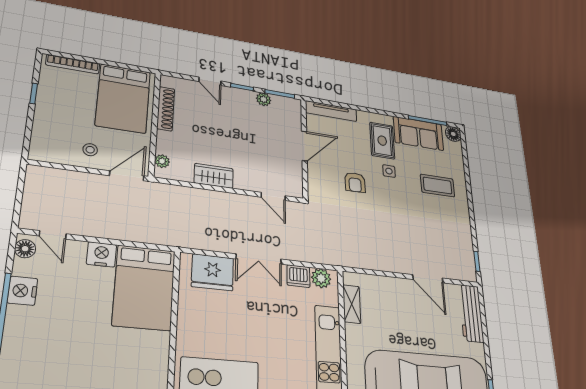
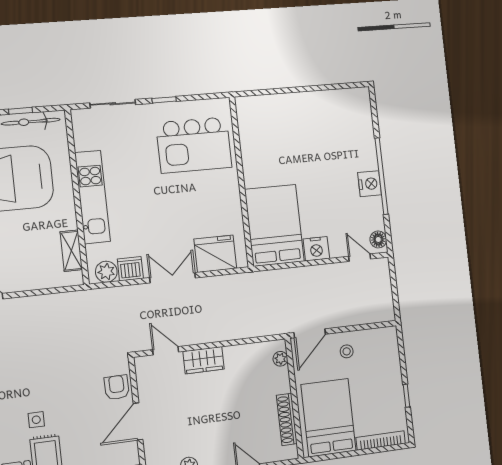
wardrobe: (214, 176) -> (204, 360), moved
armchair: (355, 182) -> (117, 387), moved
nightstand: (23, 291) -> (370, 184), moved

